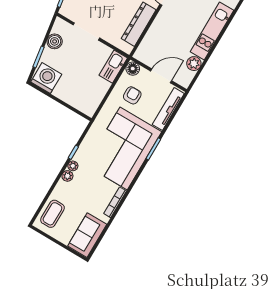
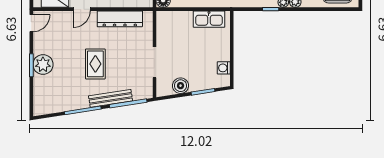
kitchen sink: (113, 67) -> (209, 19), moved
washing machine: (46, 78) -> (224, 68), width x0.53, depth x0.53

